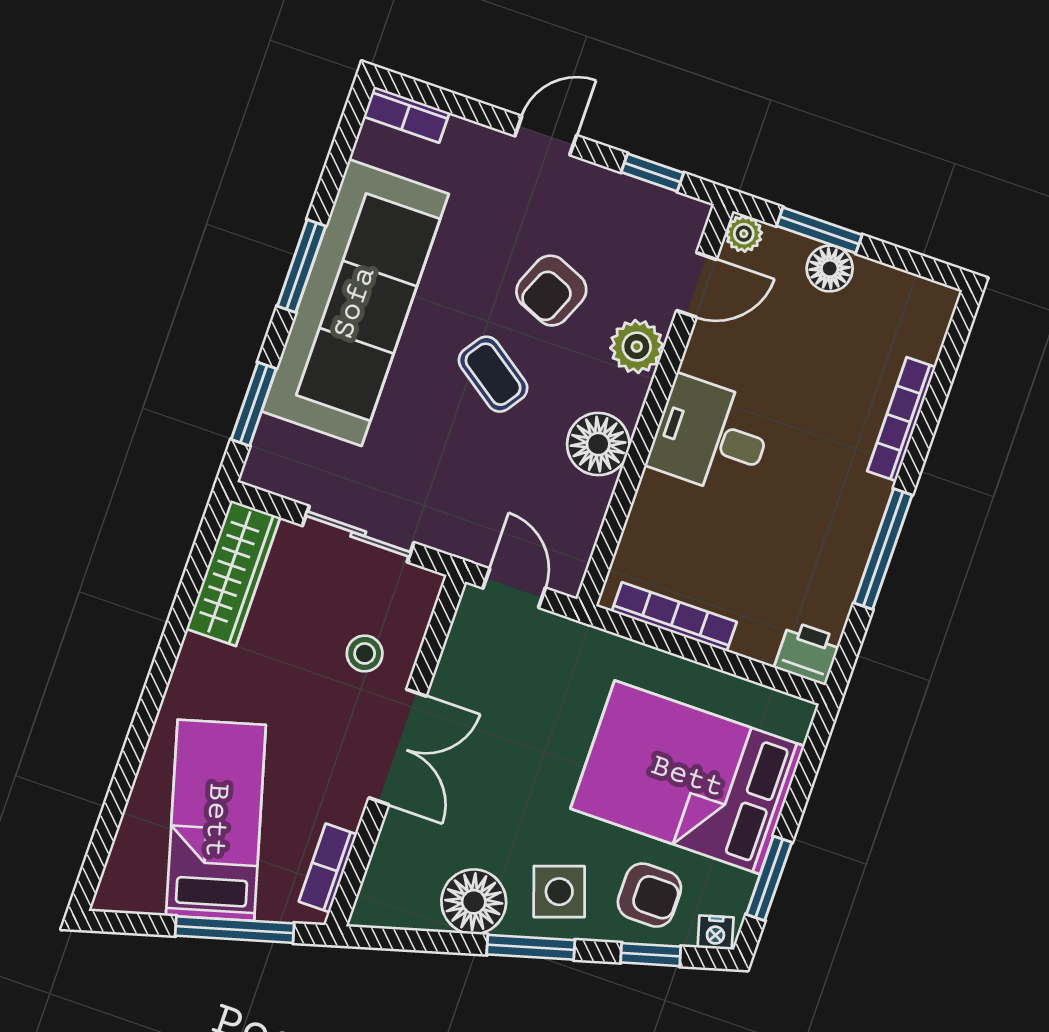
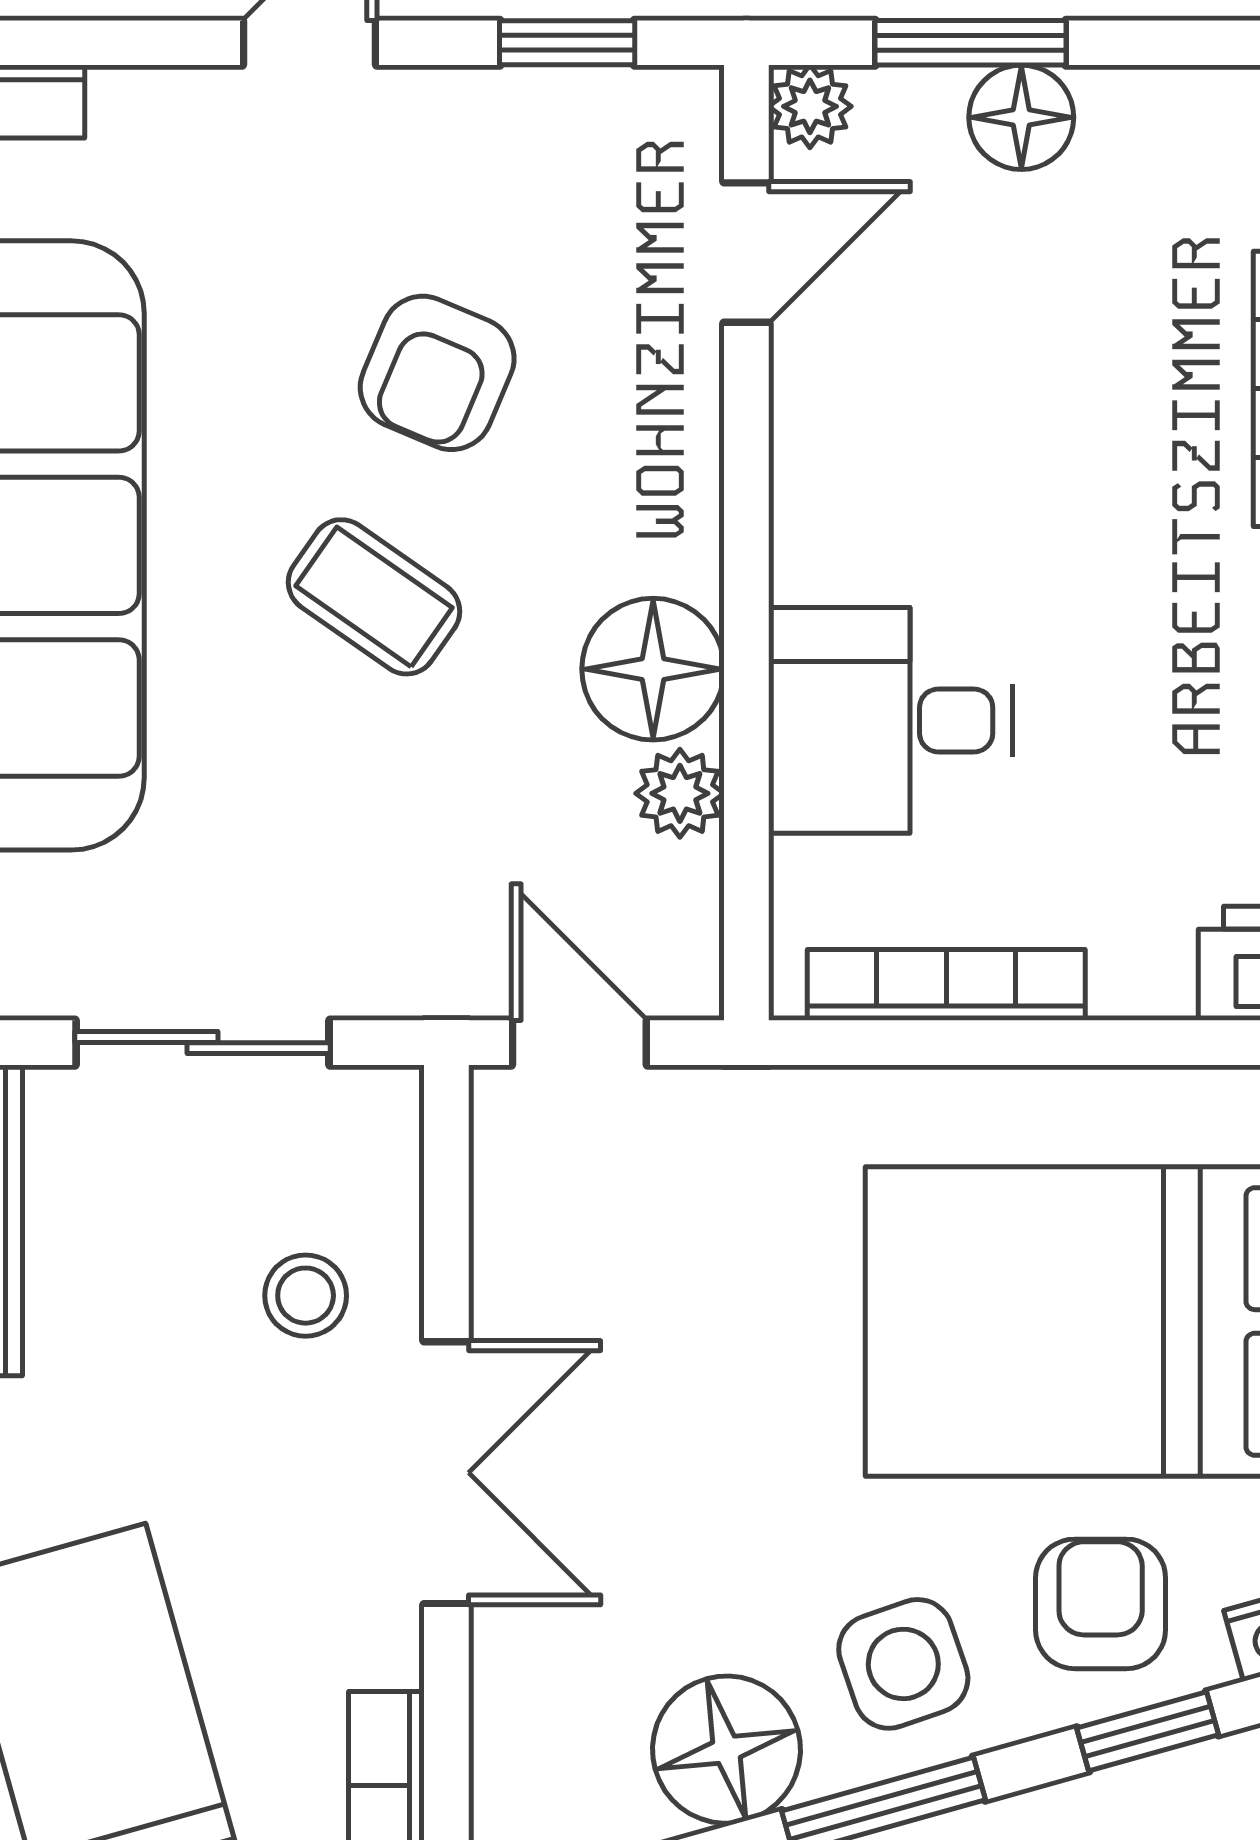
plant: (637, 347) -> (680, 793), moved, width x0.73, depth x0.73
desk: (711, 436) -> (890, 720), moved
armchair: (649, 895) -> (1101, 1604), turned -90

